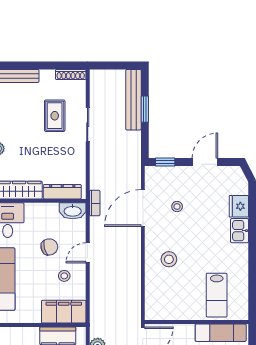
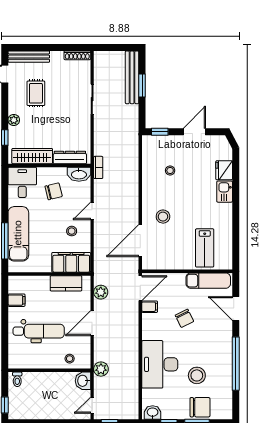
rug: (55, 116) -> (36, 93), moved
door: (143, 208) -> (140, 241), moved
chair: (49, 247) -> (54, 191), moved

